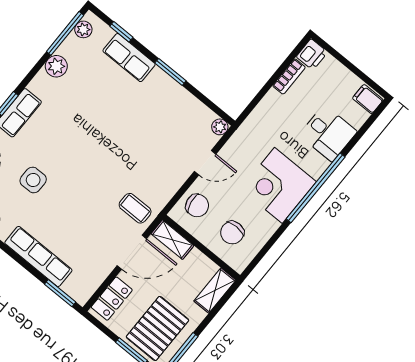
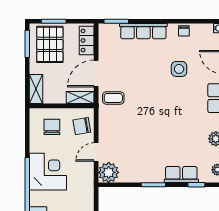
plant: (220, 127) -> (109, 172), width x1.88, depth x1.88

